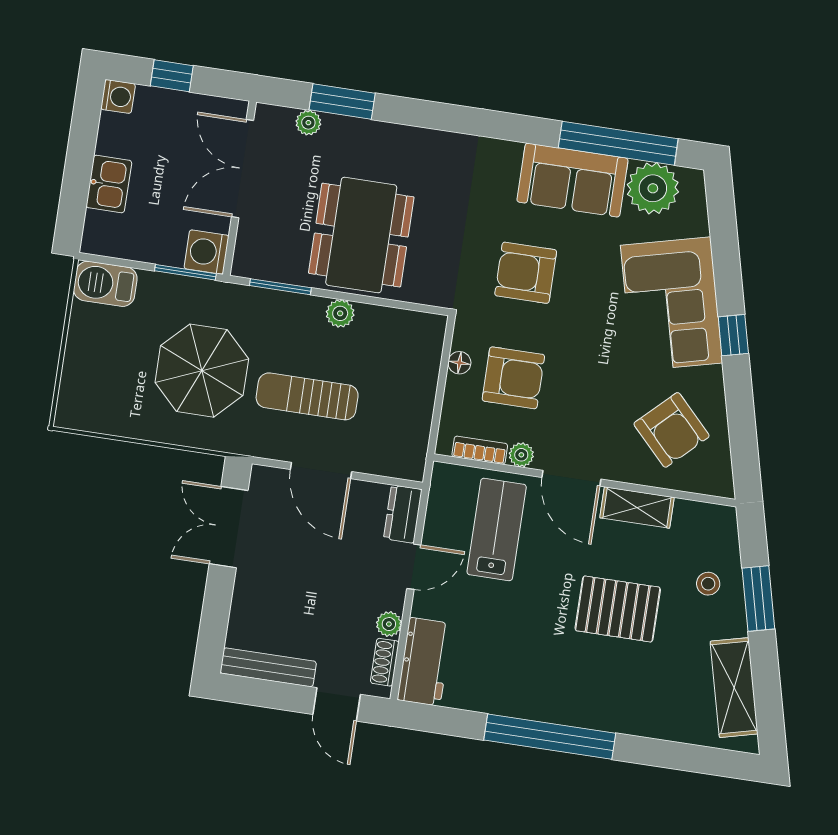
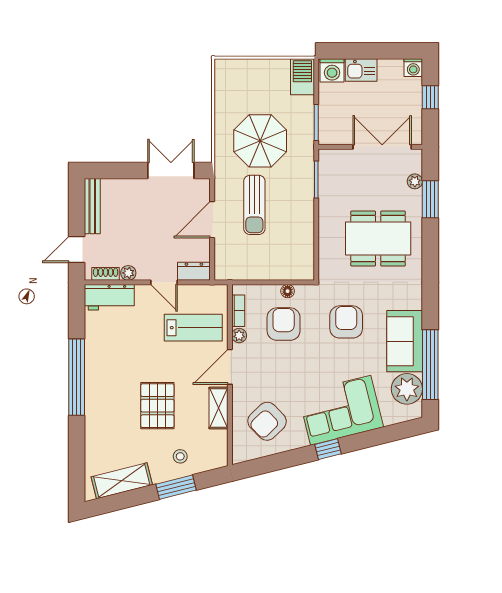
dining table: (361, 235) -> (378, 239), moved
washing machine: (206, 252) -> (332, 70), moved, turned 180
plant: (340, 313) -> (306, 217), removed
armchair: (513, 378) -> (284, 324), turned 180
sun lounger: (307, 396) -> (254, 205), turned 180

